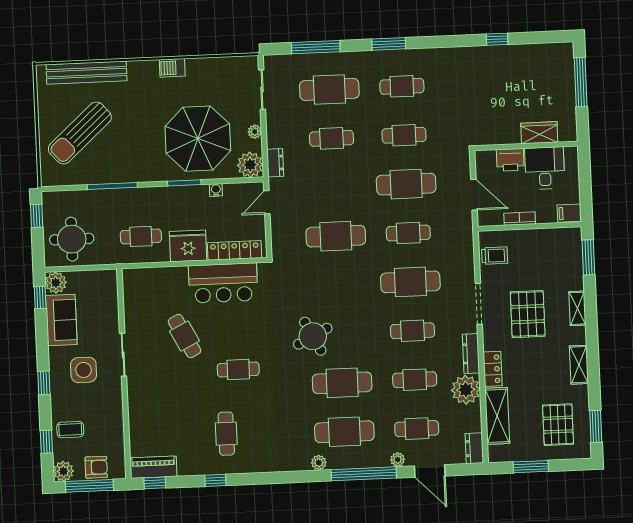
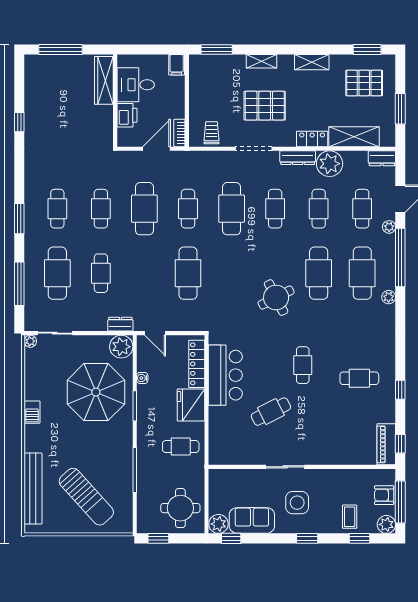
plant: (255, 132) -> (30, 341), moved
wardrobe: (539, 133) -> (104, 80), width x1.50
bookcase: (520, 219) -> (179, 133), moved
cafe table: (141, 236) -> (181, 447), turned 90
armchair: (96, 467) -> (384, 495), turned -90

